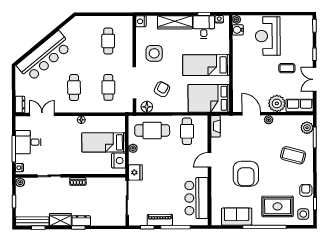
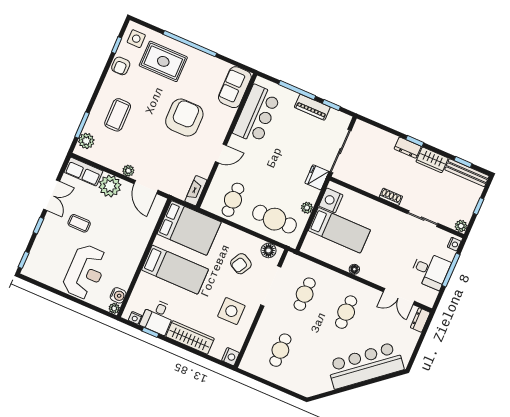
coffee table: (293, 155) -> (118, 115), turned 75
sofa: (237, 217) -> (235, 87), moved, turned 90

